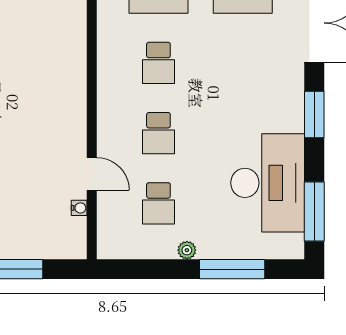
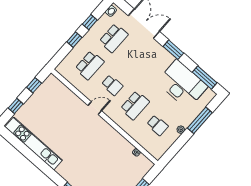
school desk: (158, 133) -> (135, 105), width x1.85
door: (92, 174) -> (95, 108), moved

